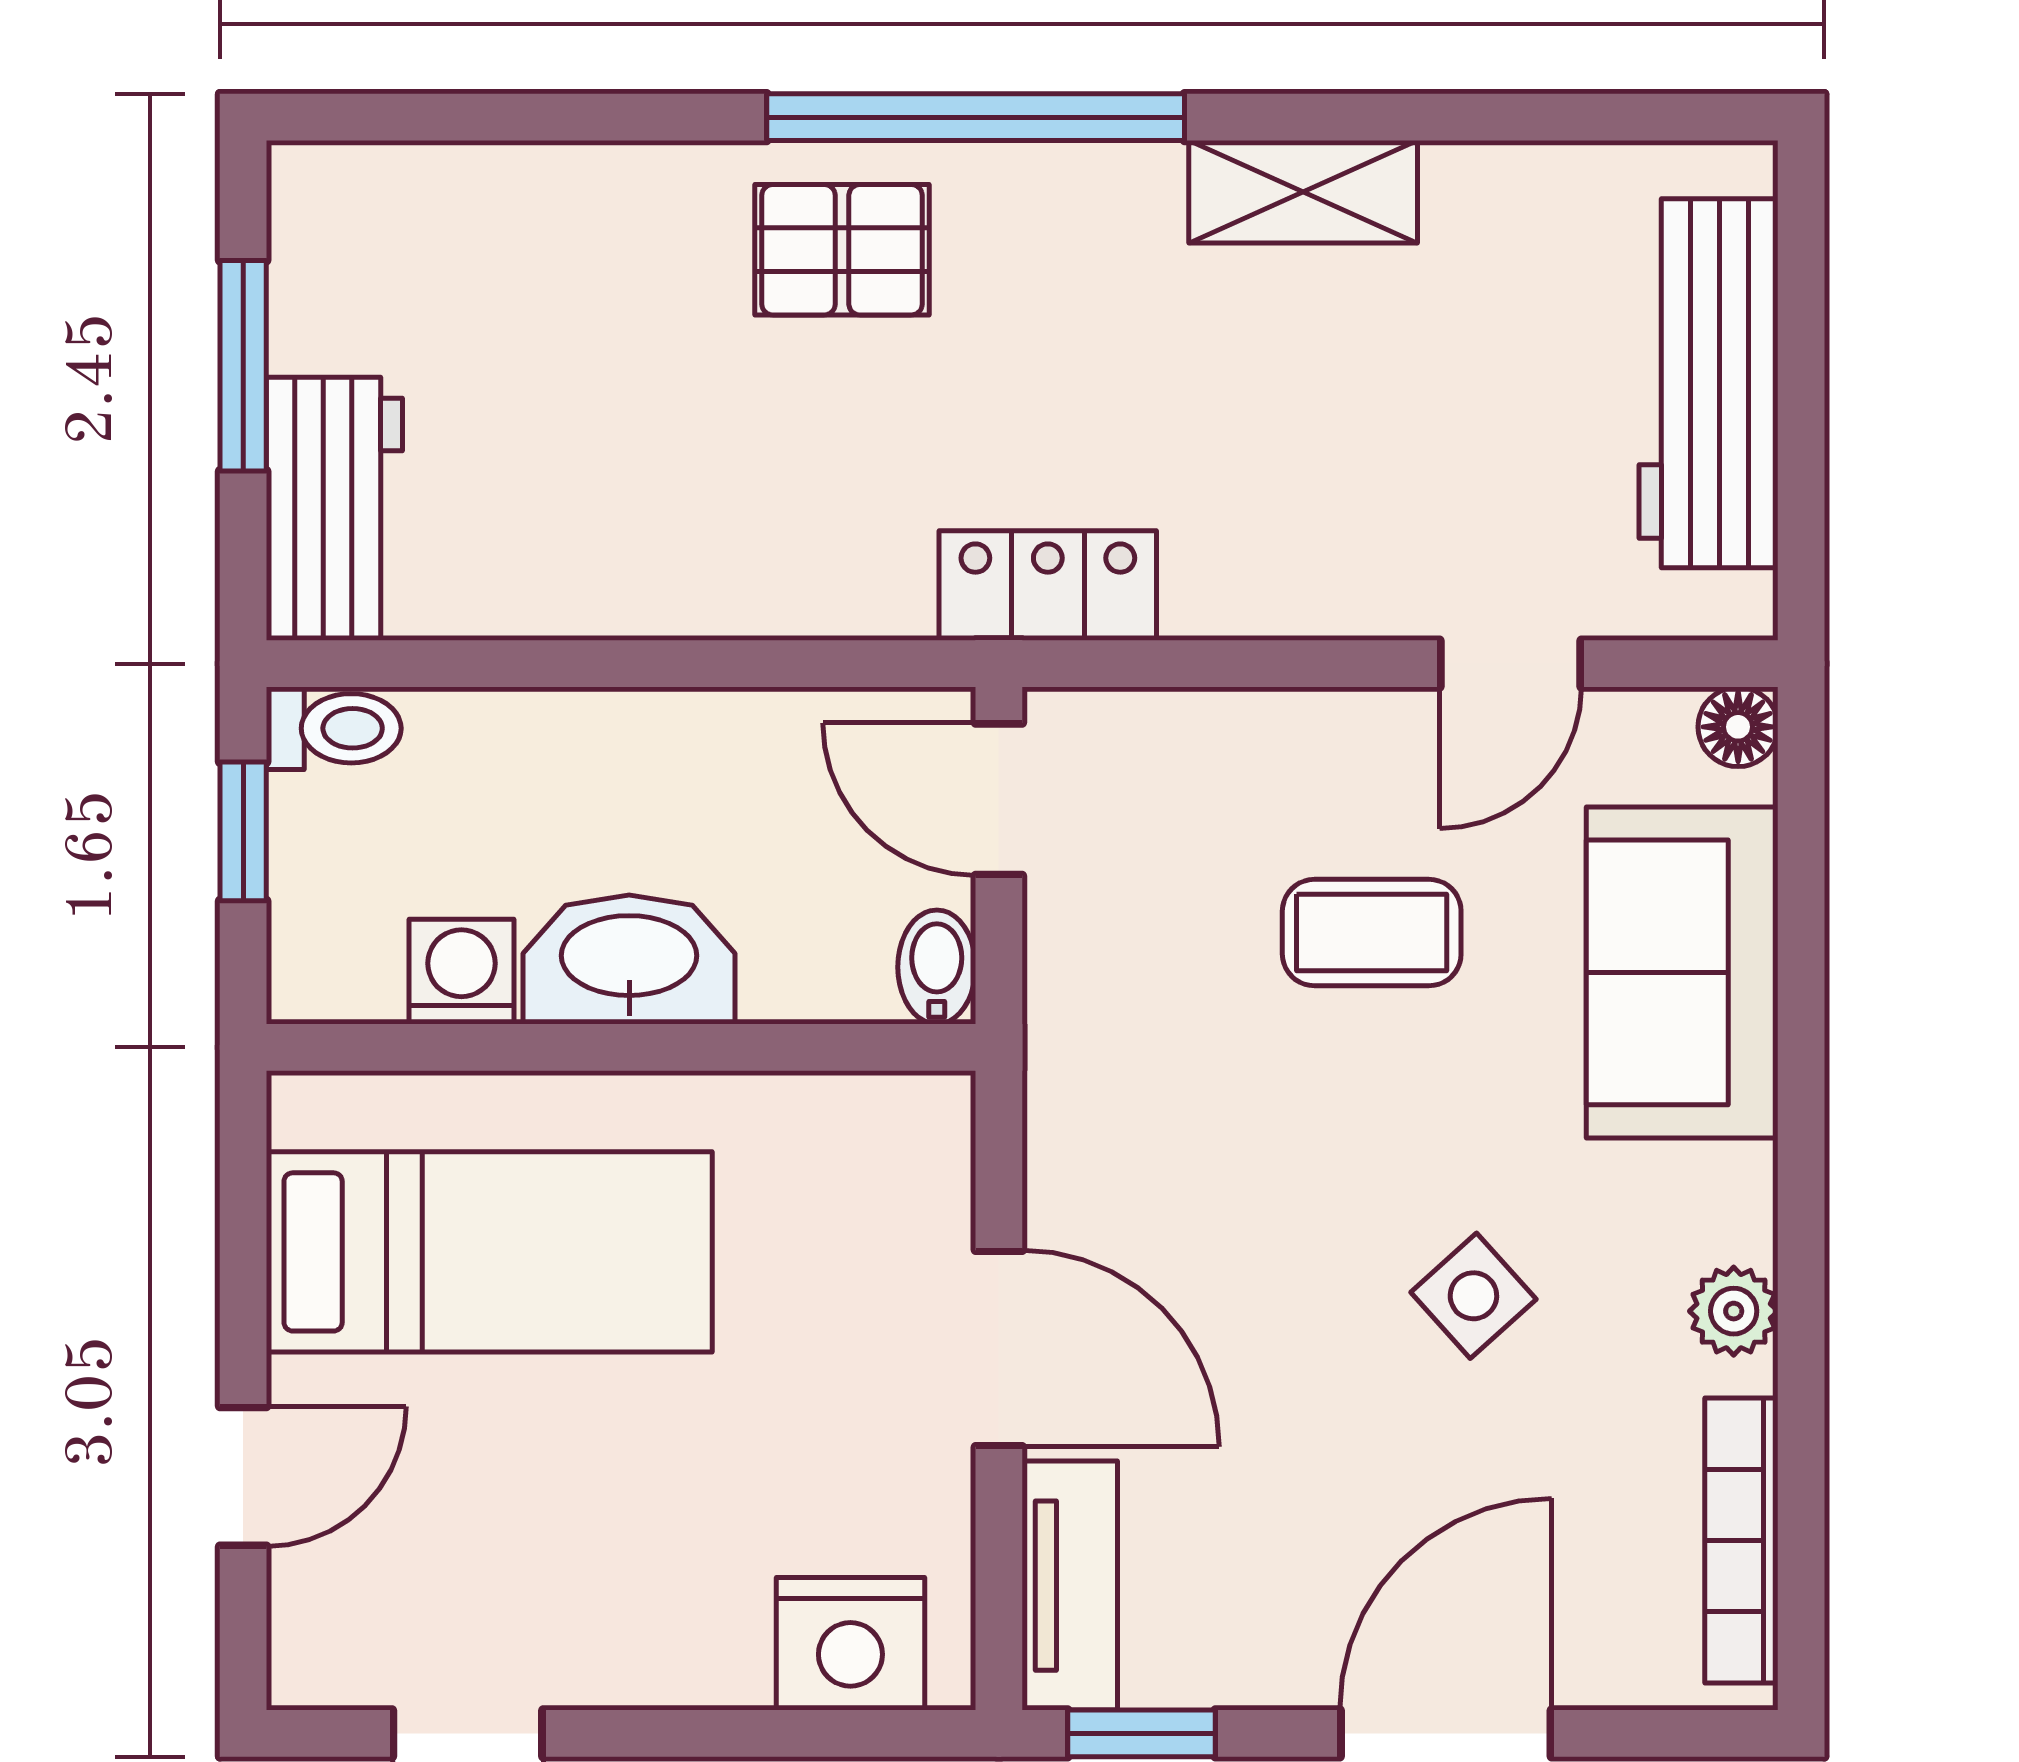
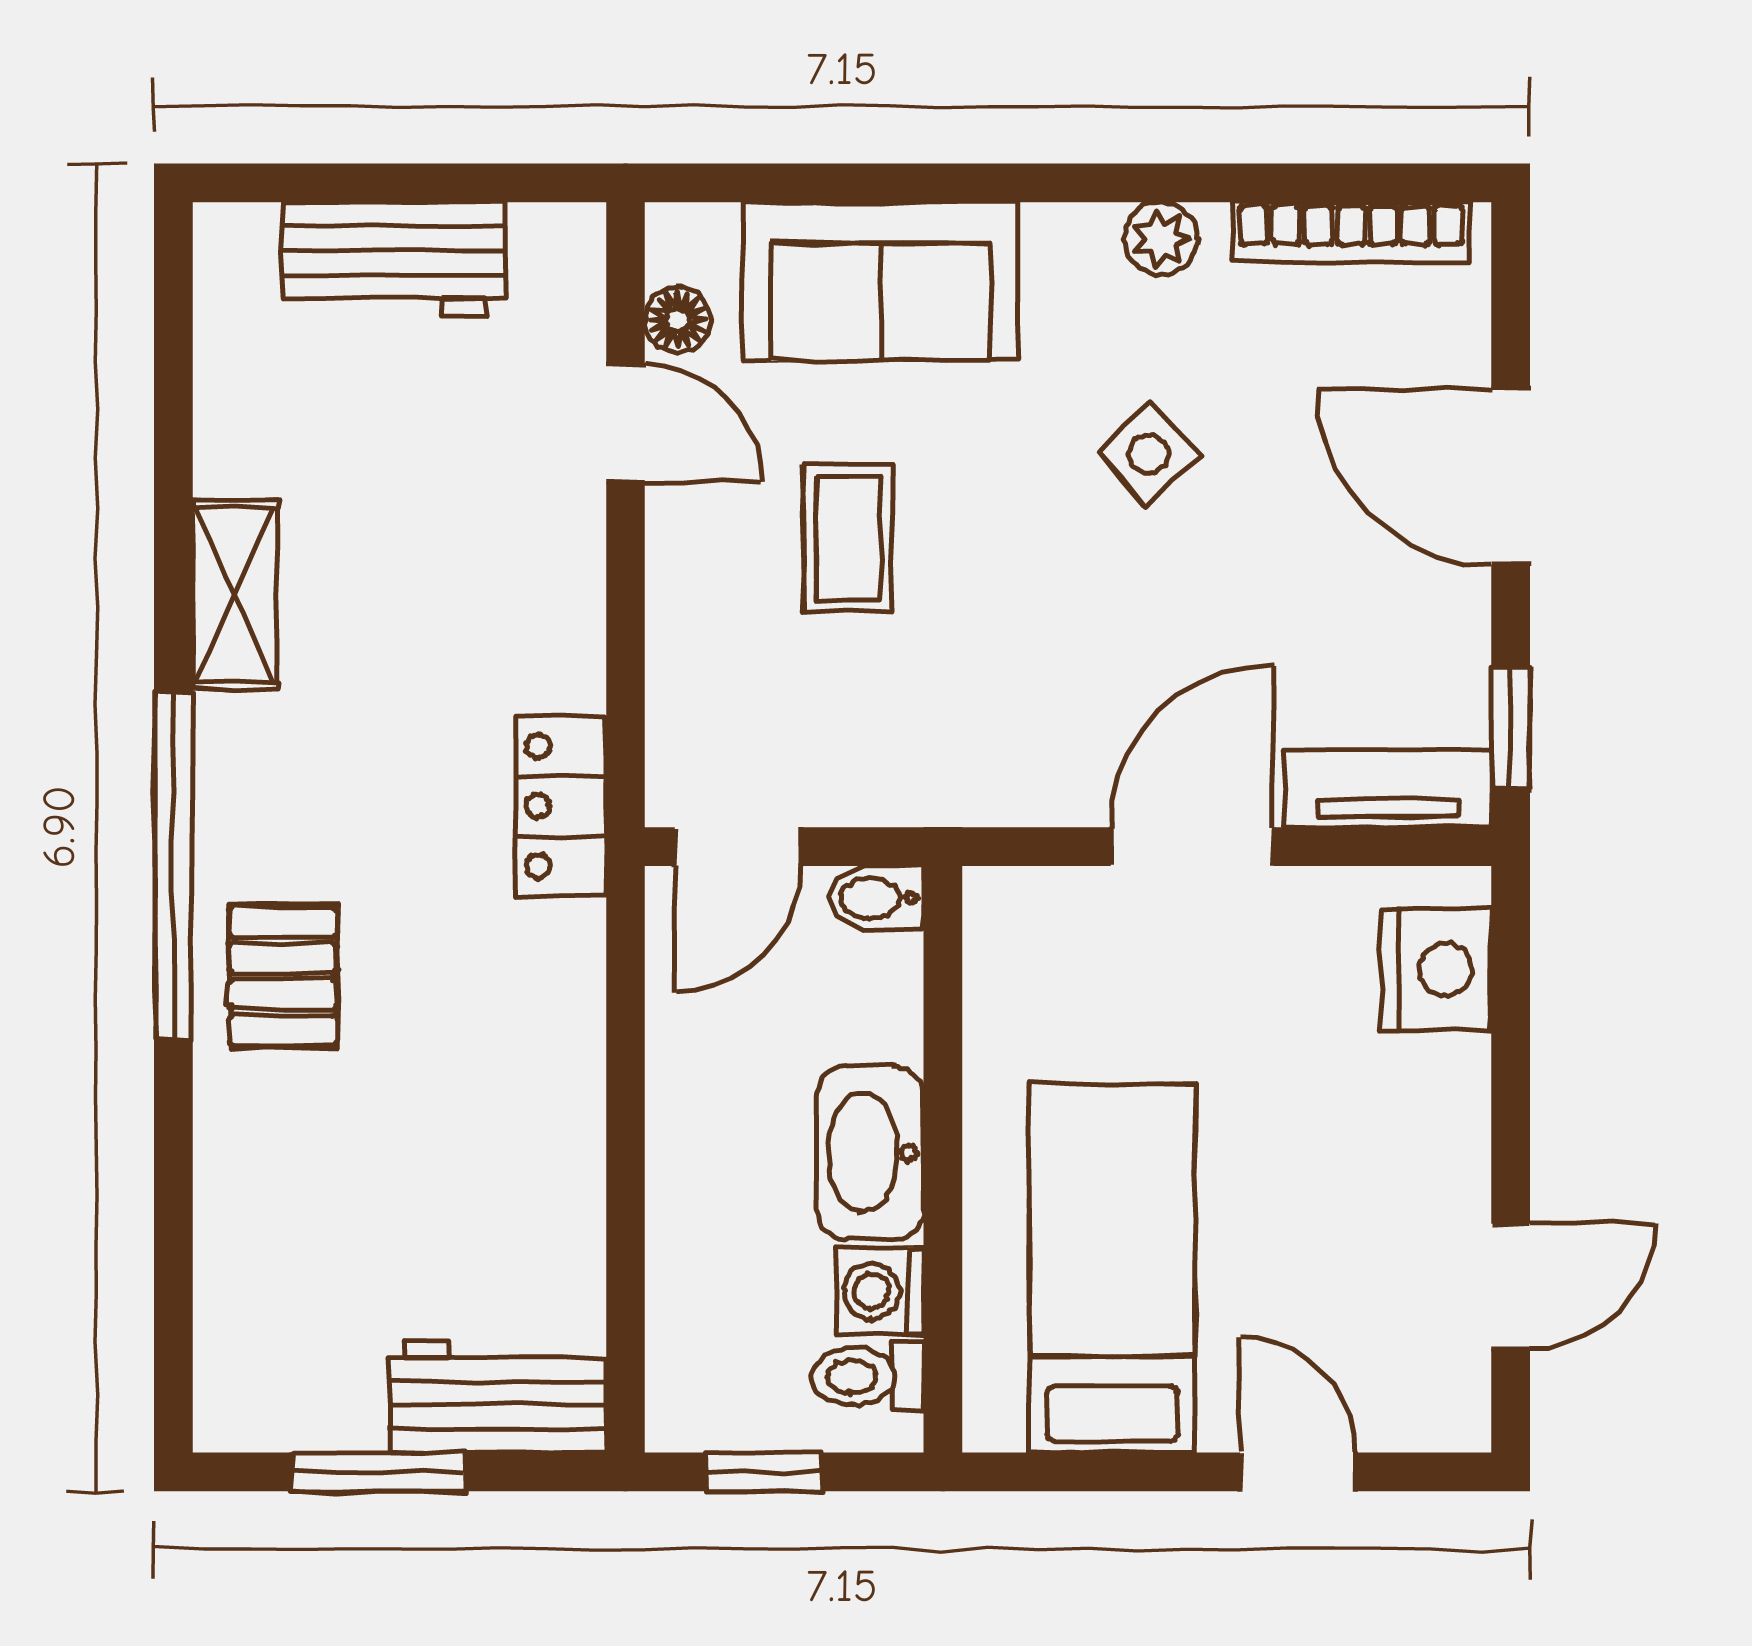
workbench: (1709, 383) -> (394, 259), width x0.73
floor lamp: (1738, 727) -> (678, 320), moved
toilet: (334, 728) -> (868, 1377), moved, turned -90

